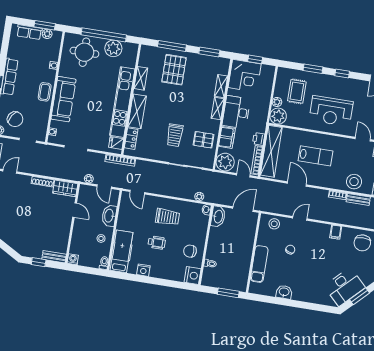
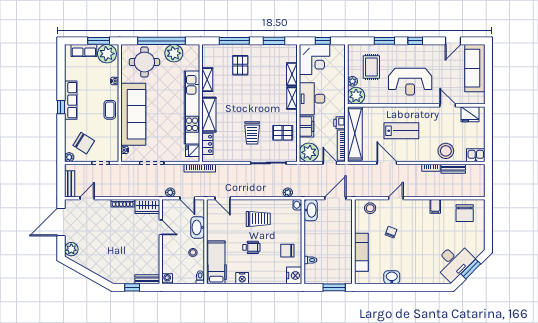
plant: (47, 34) -> (107, 54), width x1.87, depth x1.87
pallet: (174, 70) -> (240, 65), width x0.67, depth x0.71
sofa: (63, 99) -> (133, 114), width x1.36, depth x1.27

